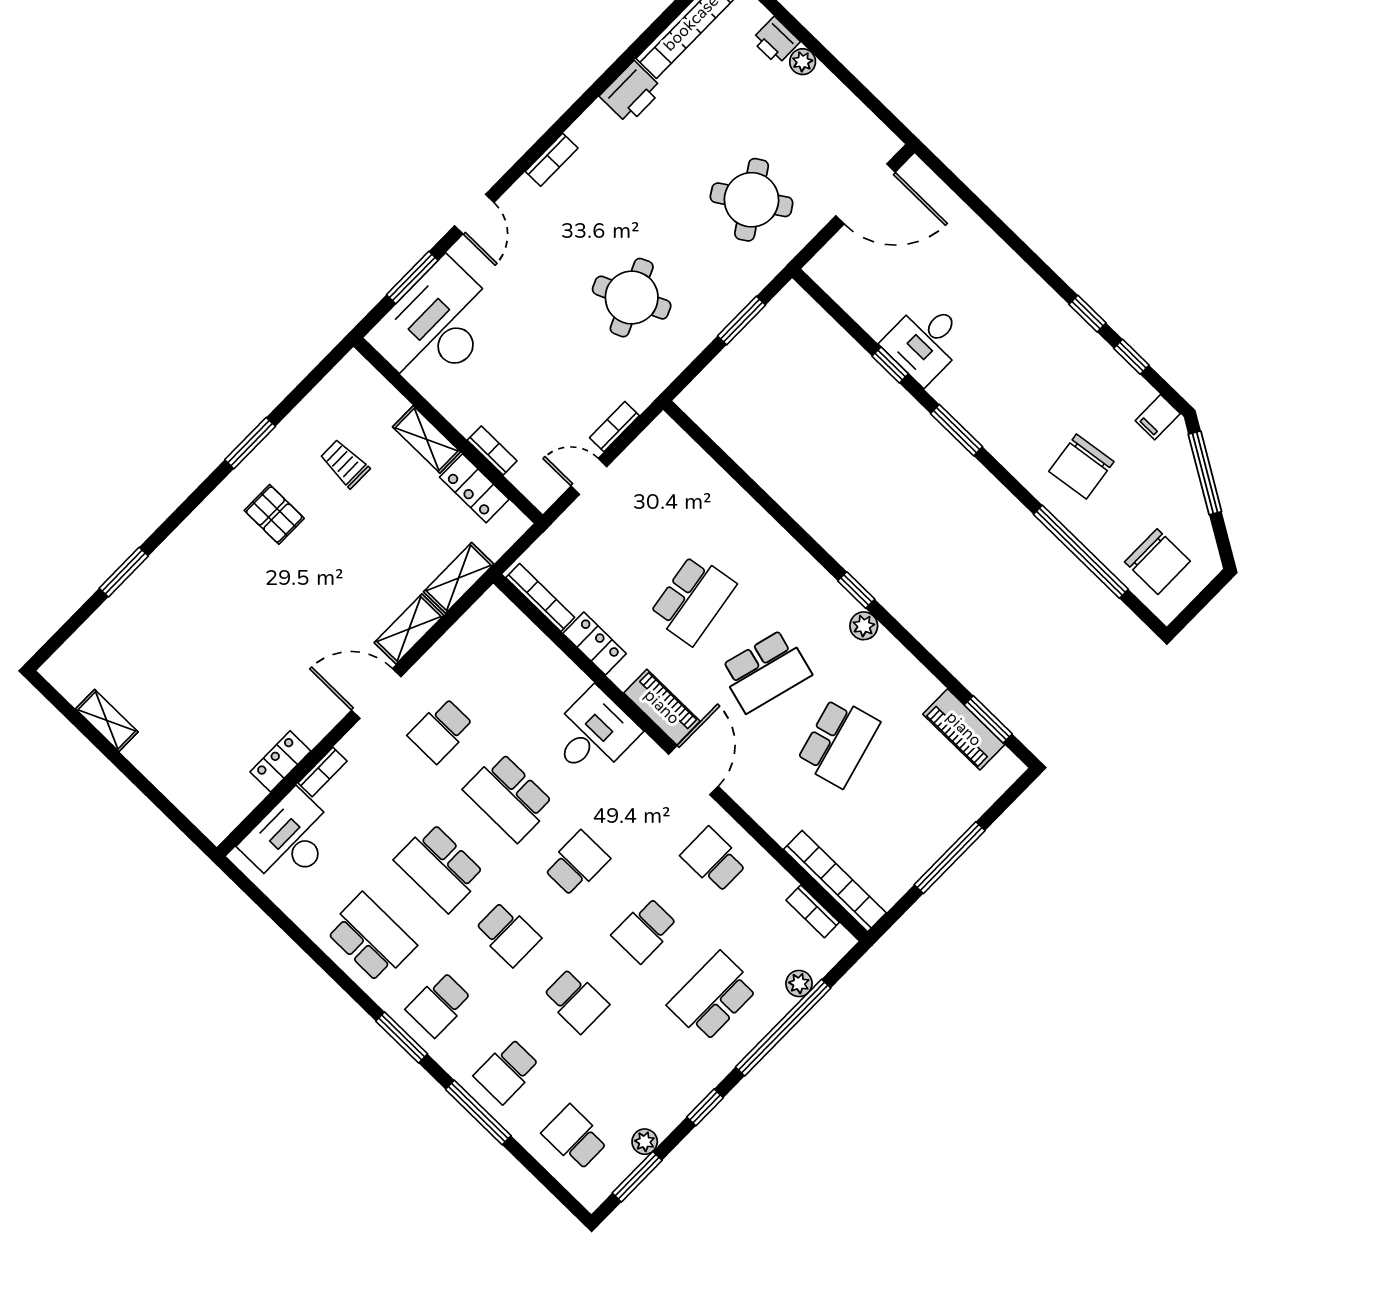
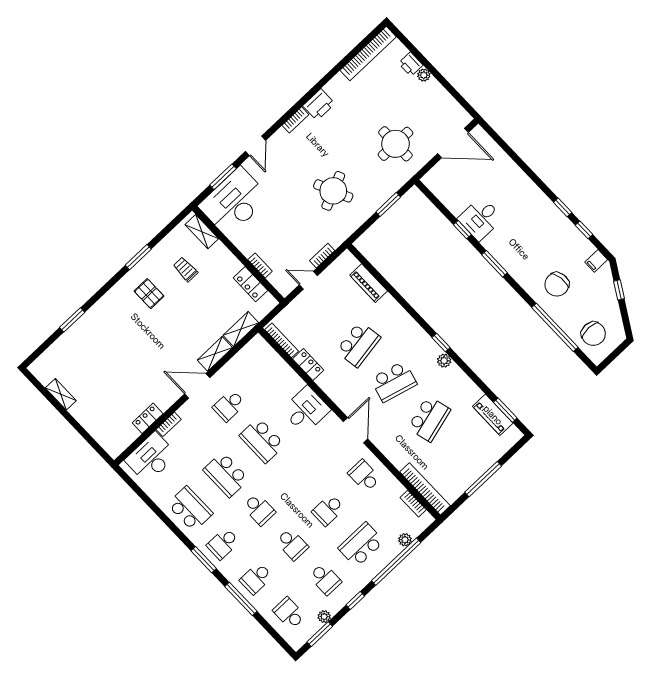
printer: (631, 93) -> (319, 105), moved
round table: (752, 200) -> (395, 144), turned 33
shelving: (427, 439) -> (202, 232), moved
window: (1205, 473) -> (619, 290), width x0.46
piano: (662, 707) -> (369, 283), moved, turned 180
school desk: (577, 864) -> (325, 579), moved, turned 90

